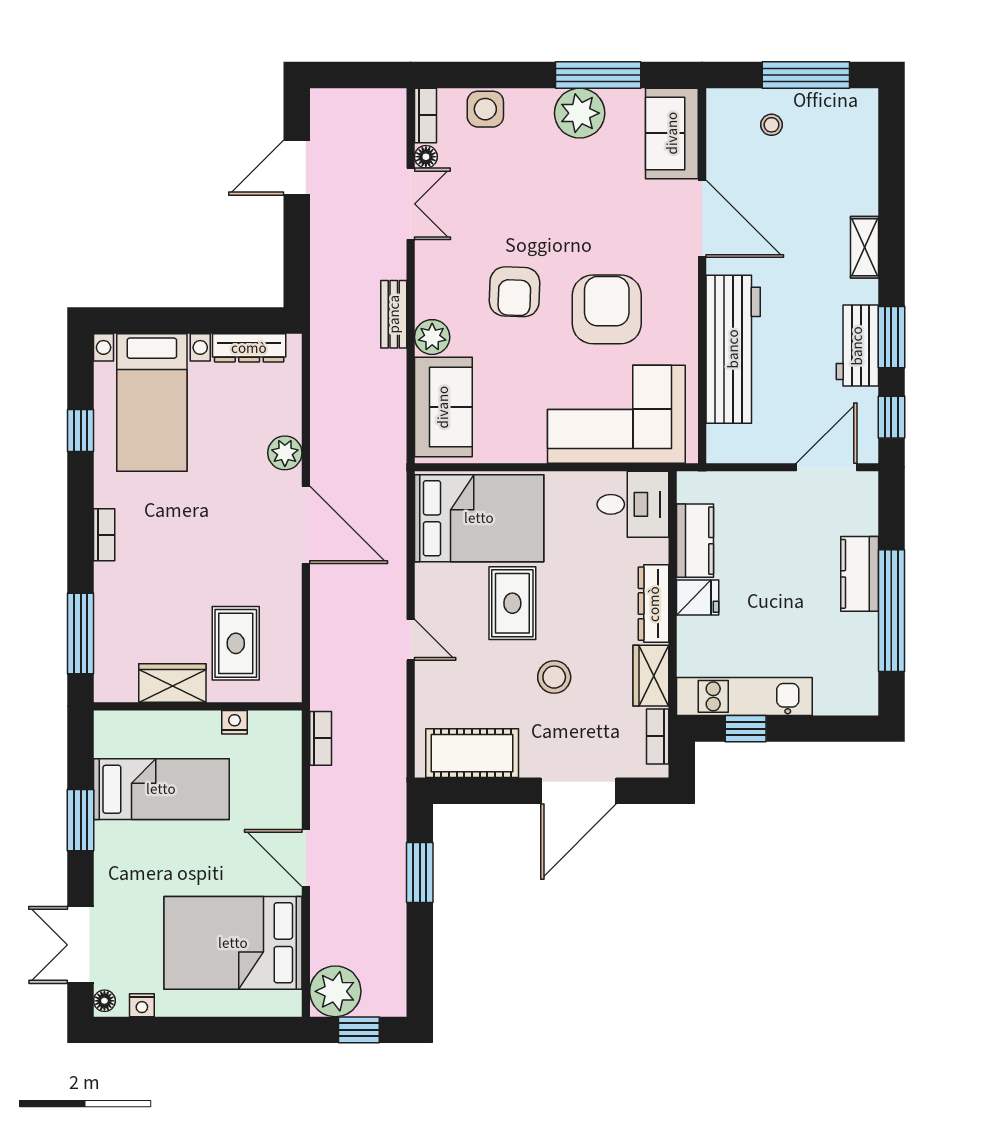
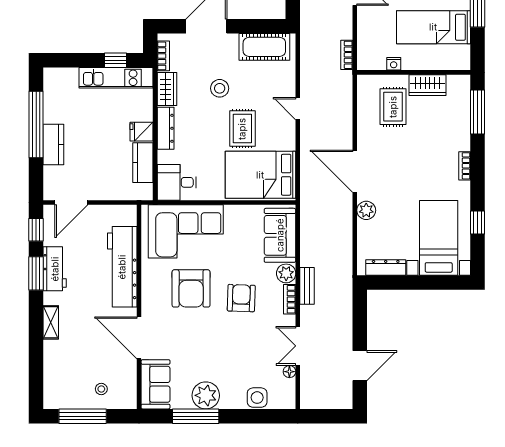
bookcase: (426, 115) -> (290, 299), moved

